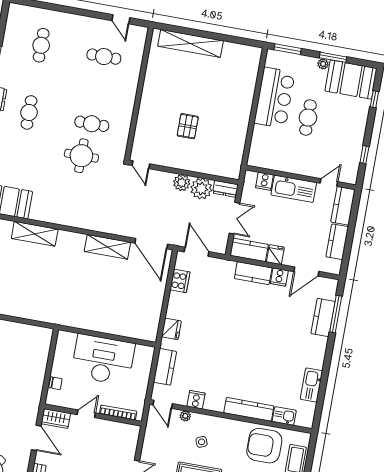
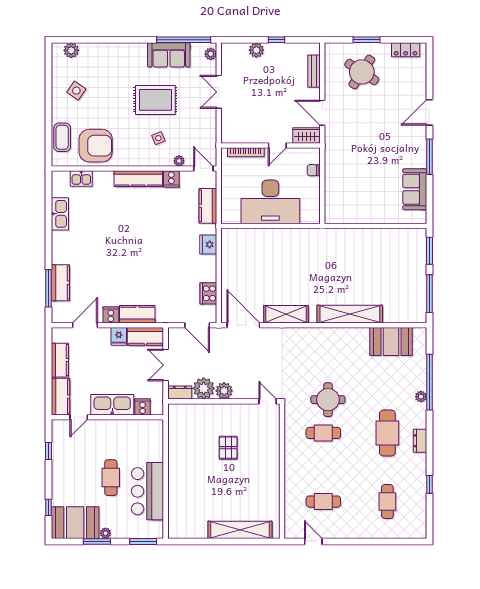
cafe table: (29, 112) -> (387, 433), width x1.37, depth x1.35
shelving: (35, 234) -> (350, 314), width x1.47
kitchen counter: (249, 409) -> (138, 179), moved

